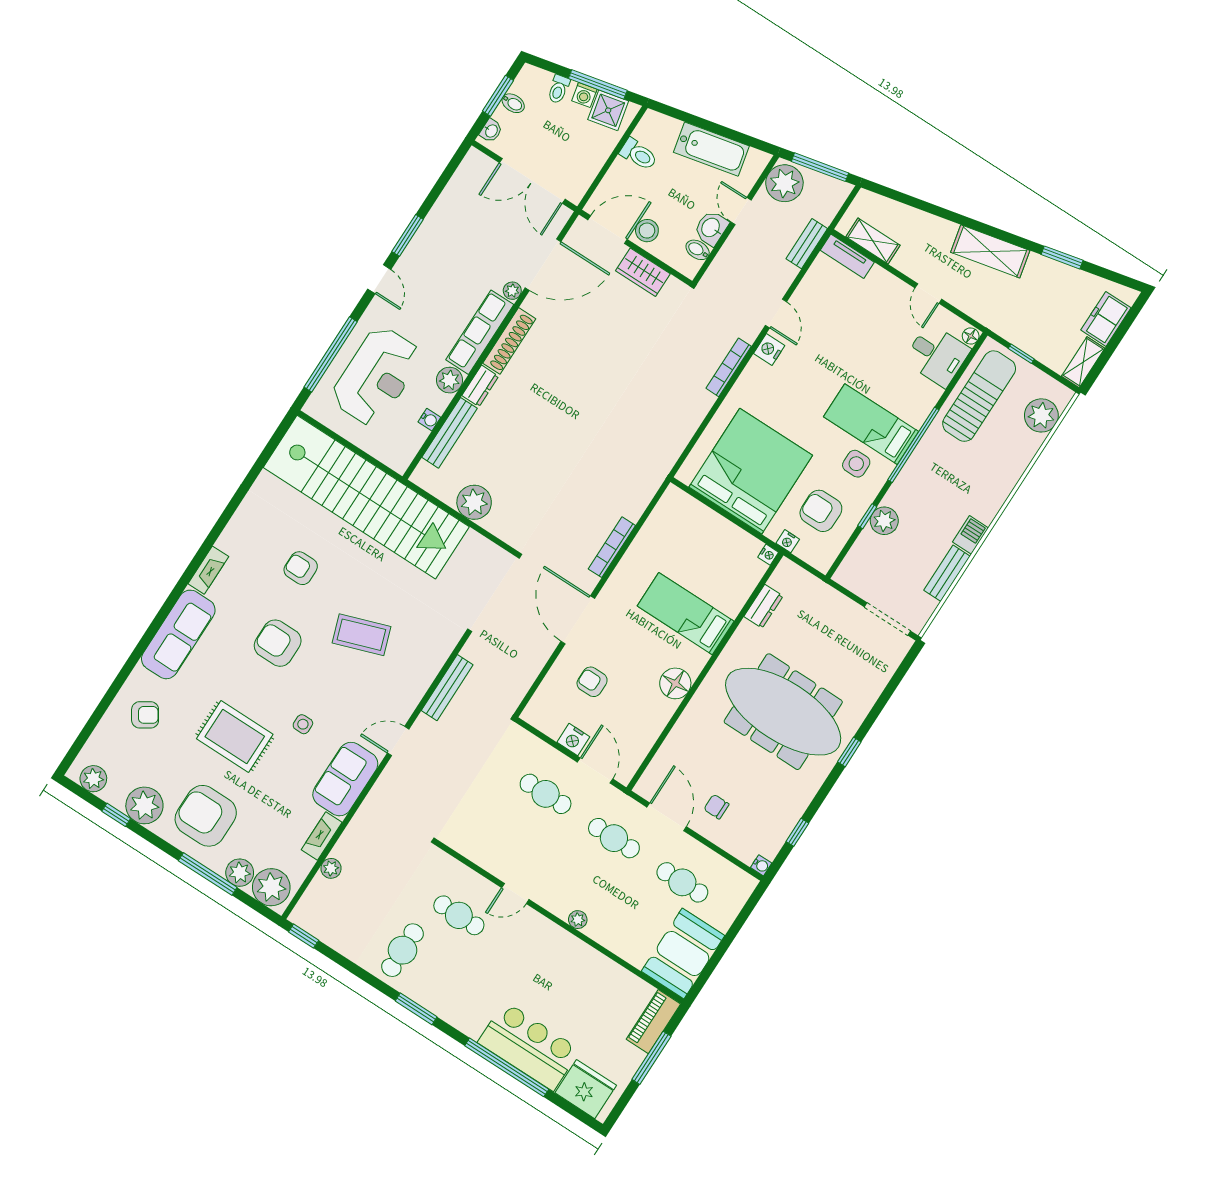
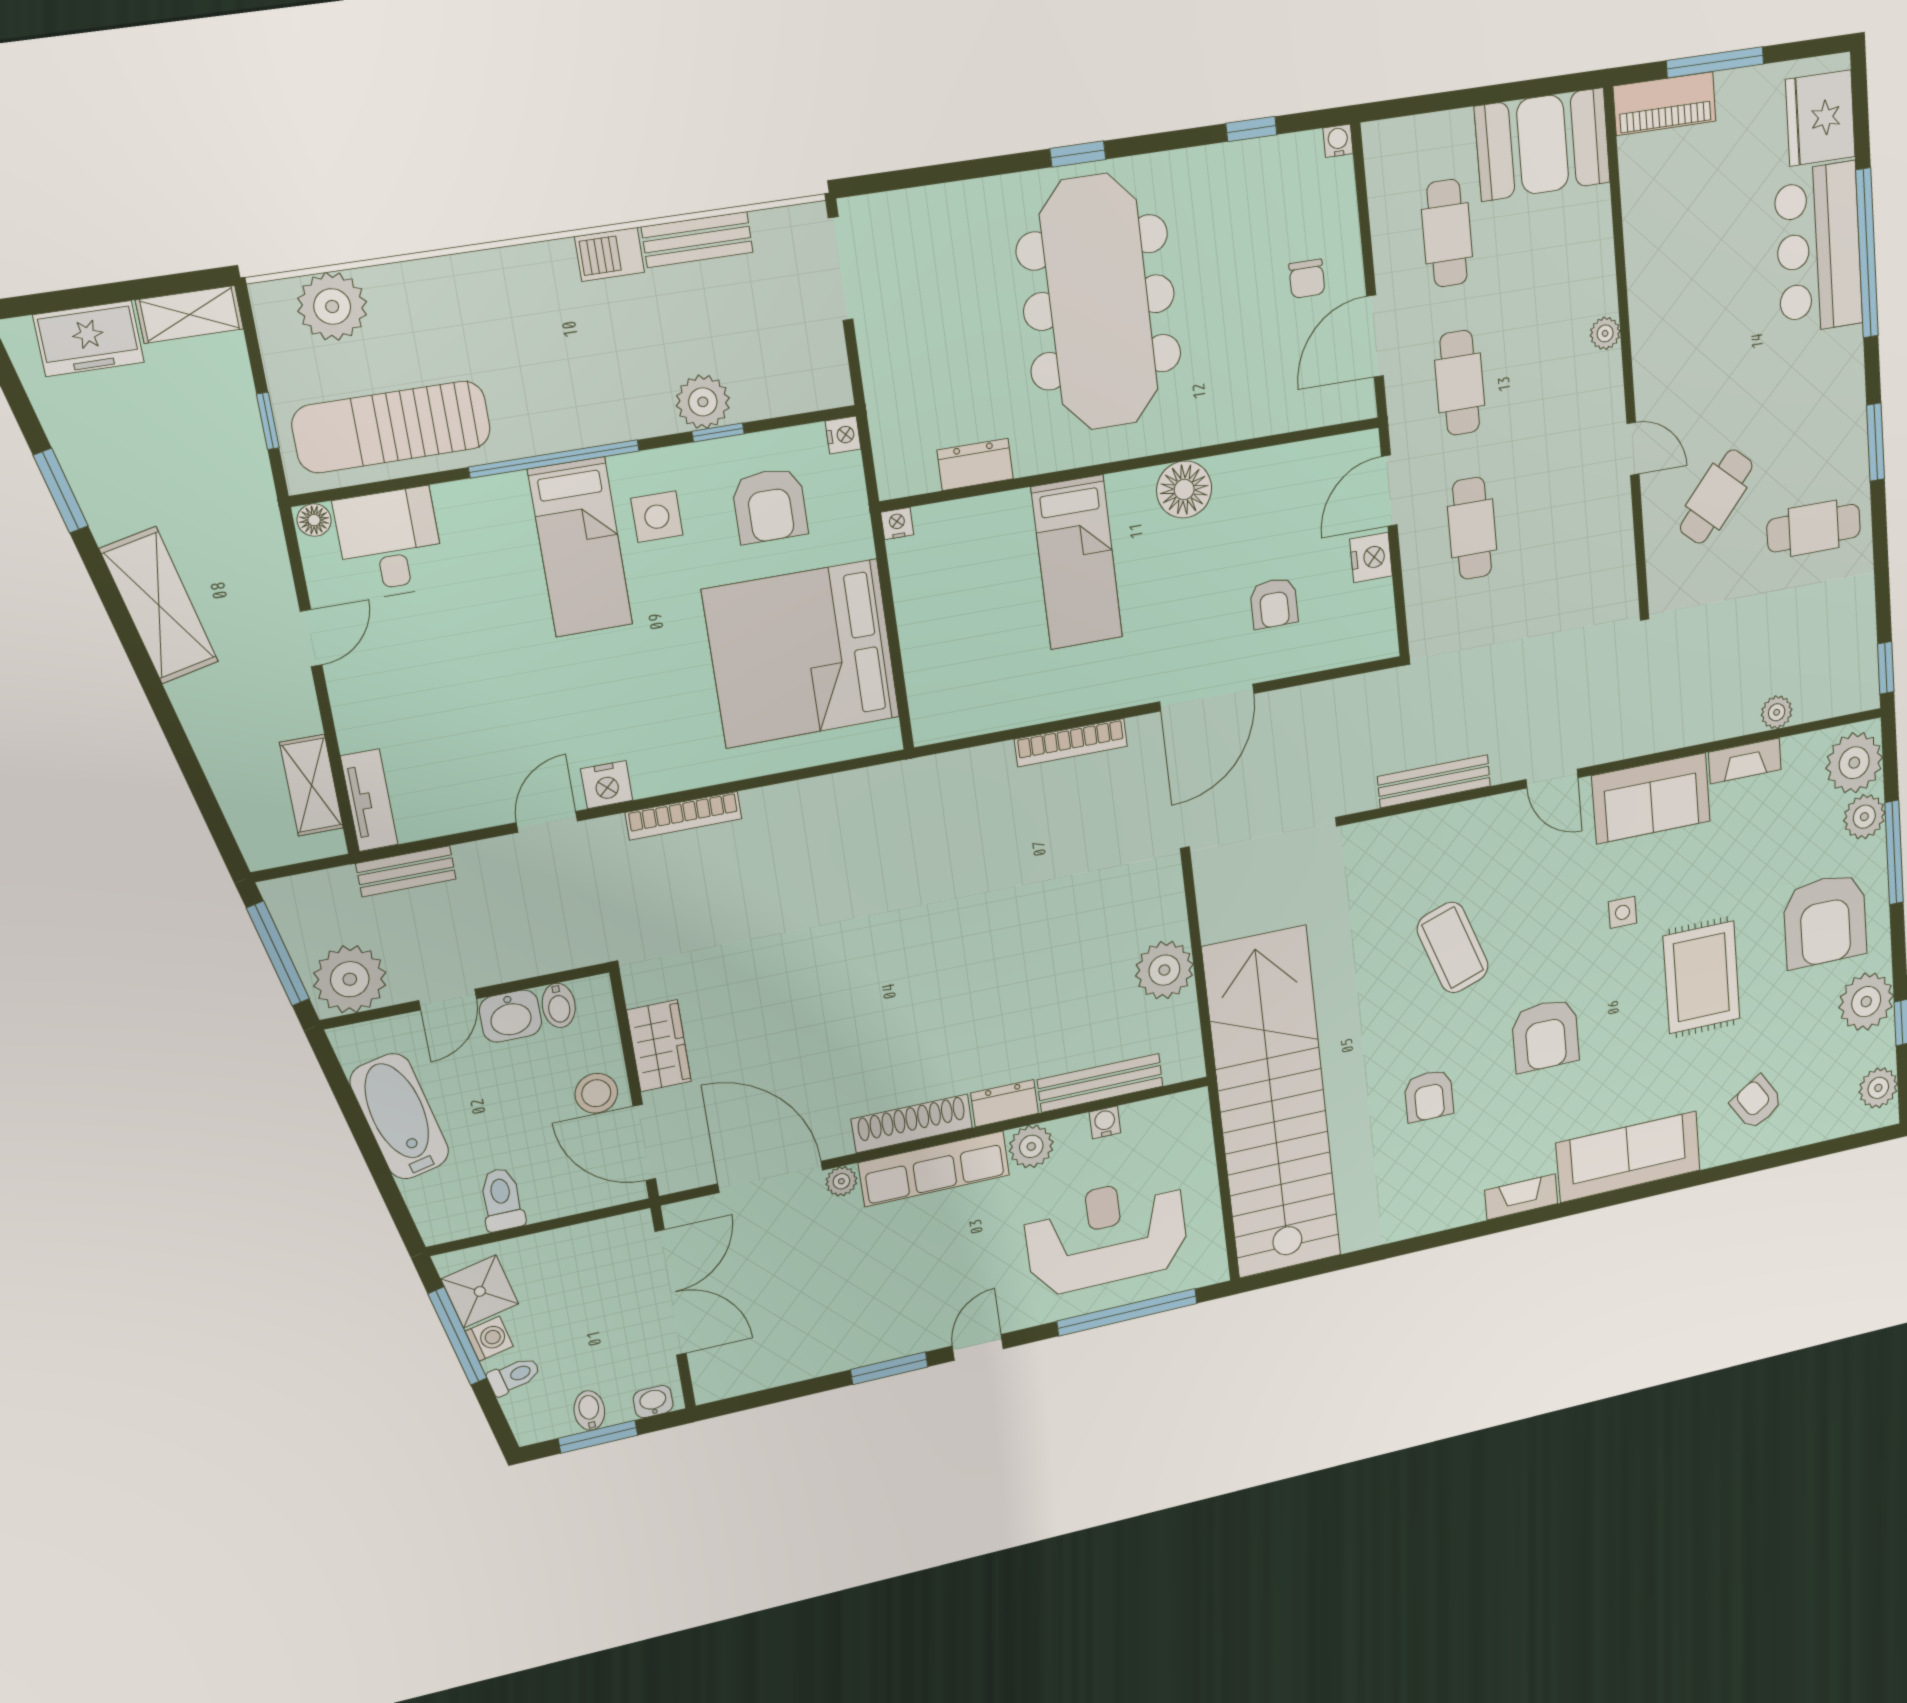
nightstand: (788, 541) -> (843, 435), moved
cafe table: (459, 915) -> (1716, 497), turned 41

